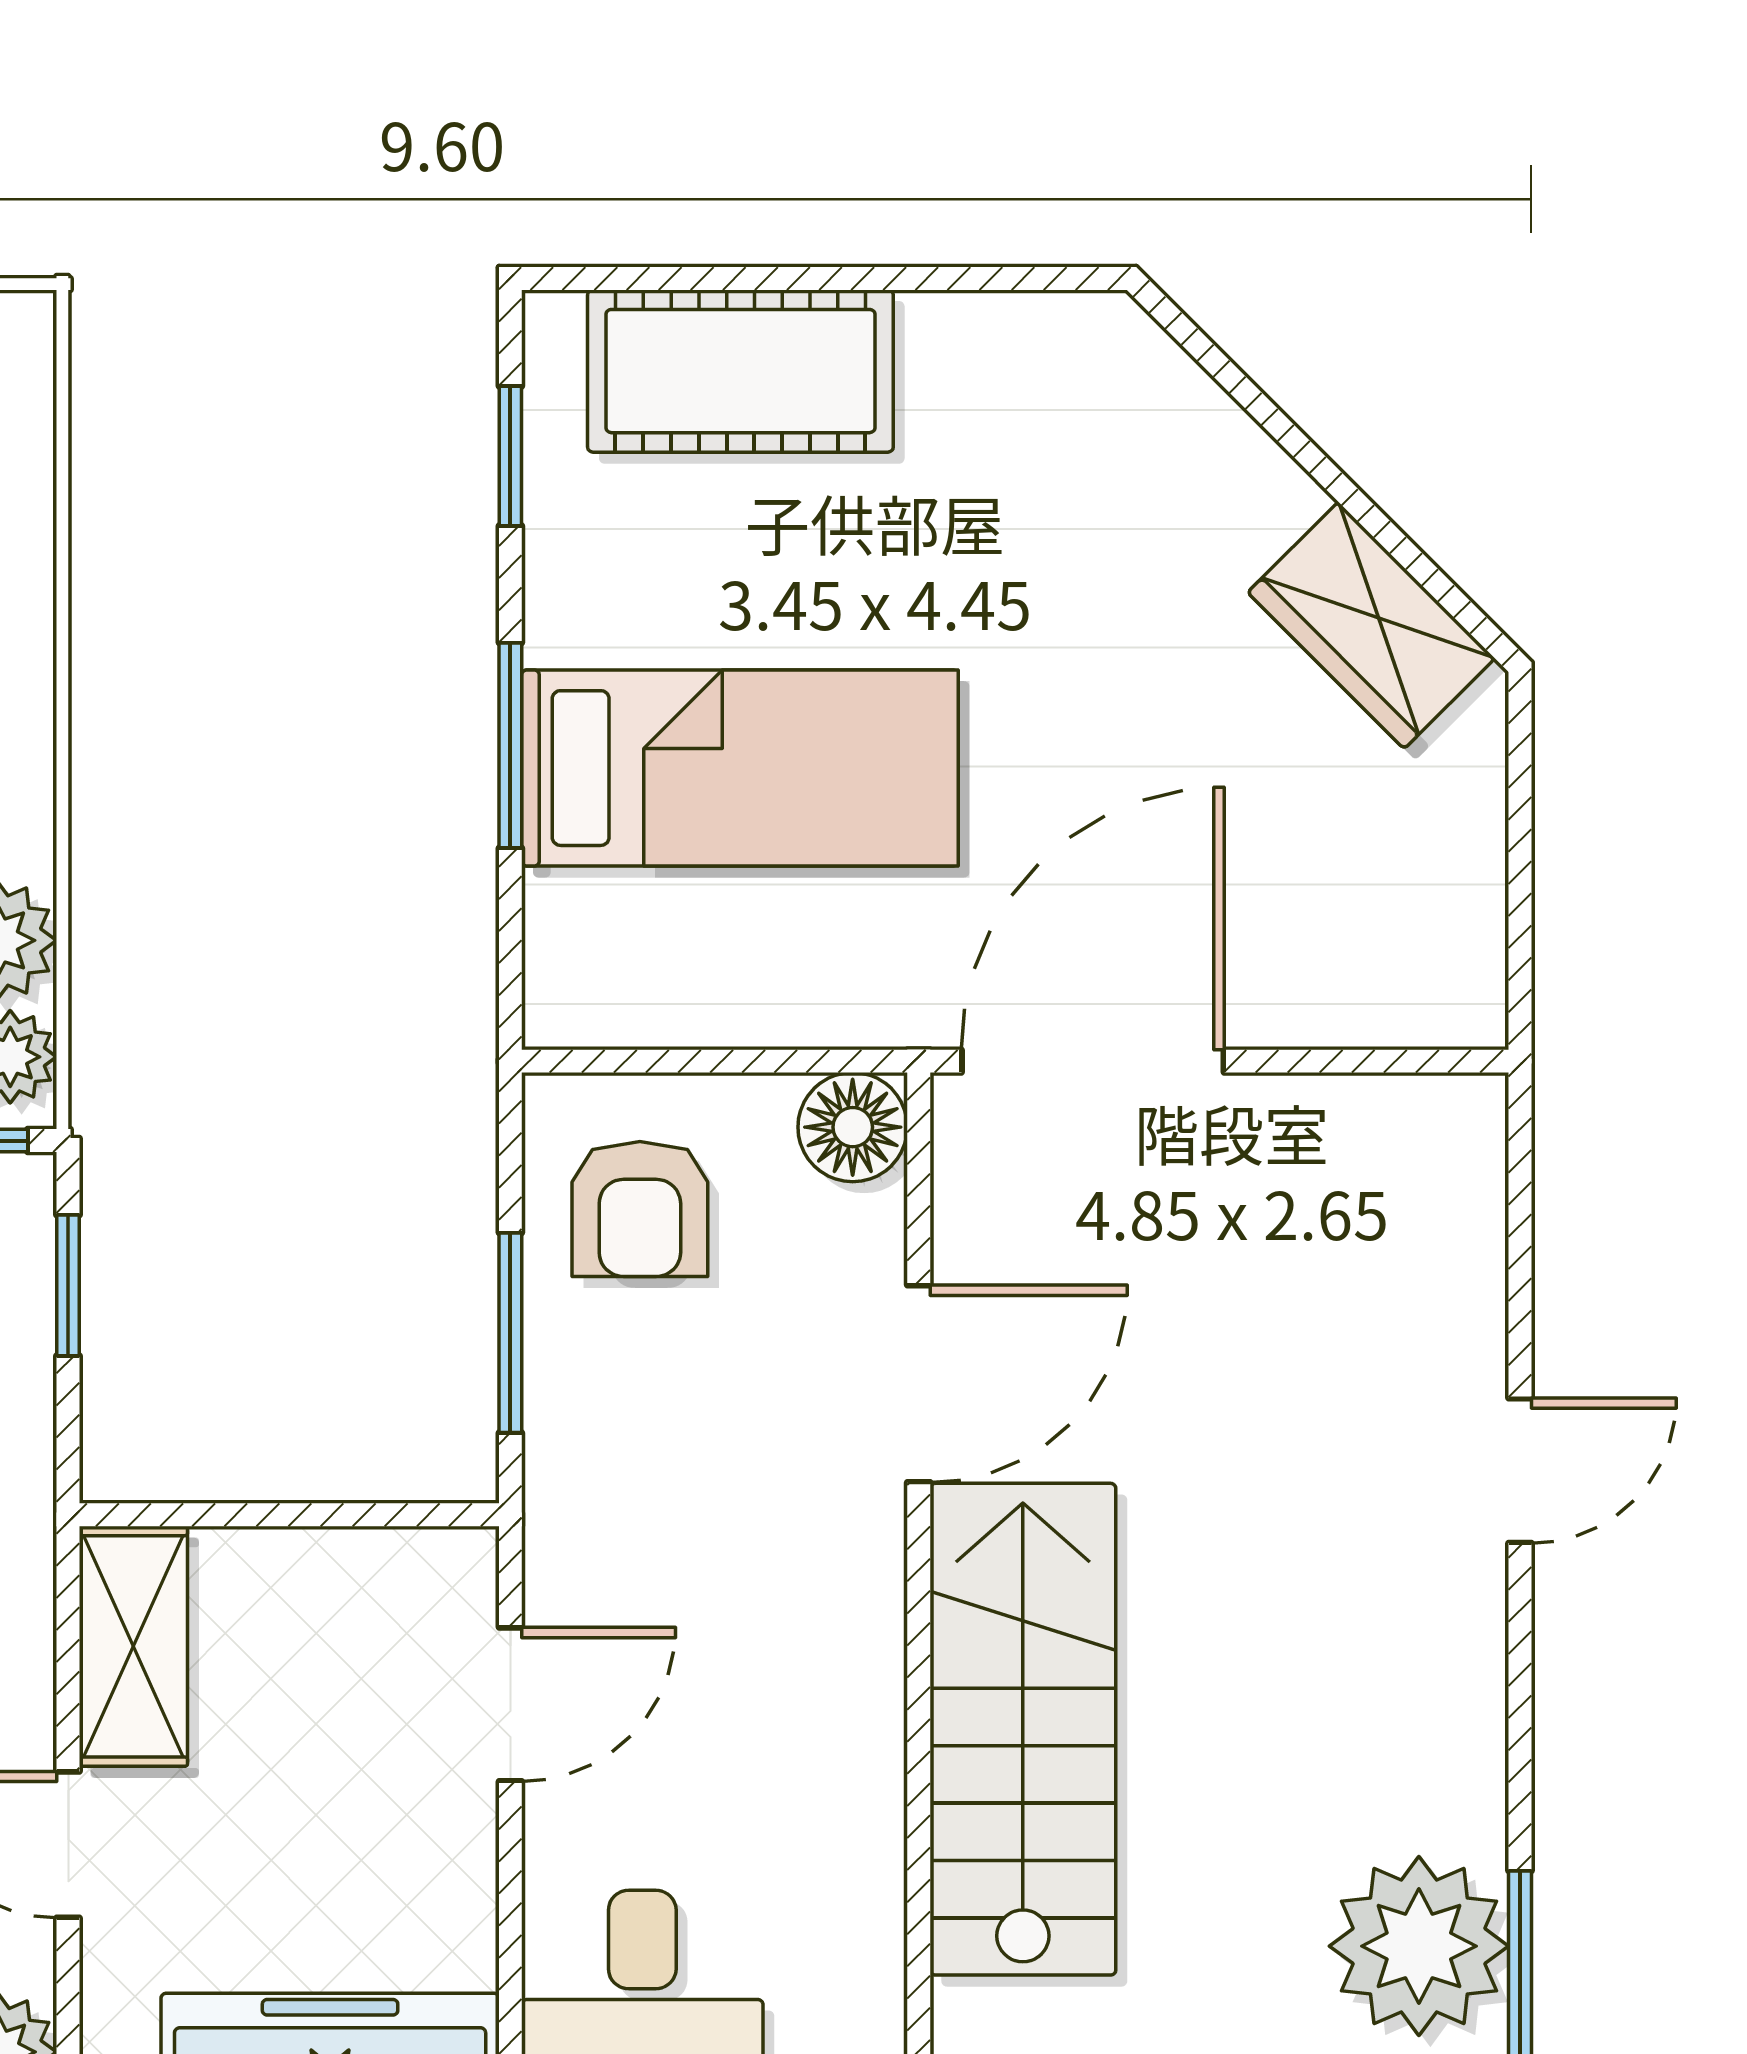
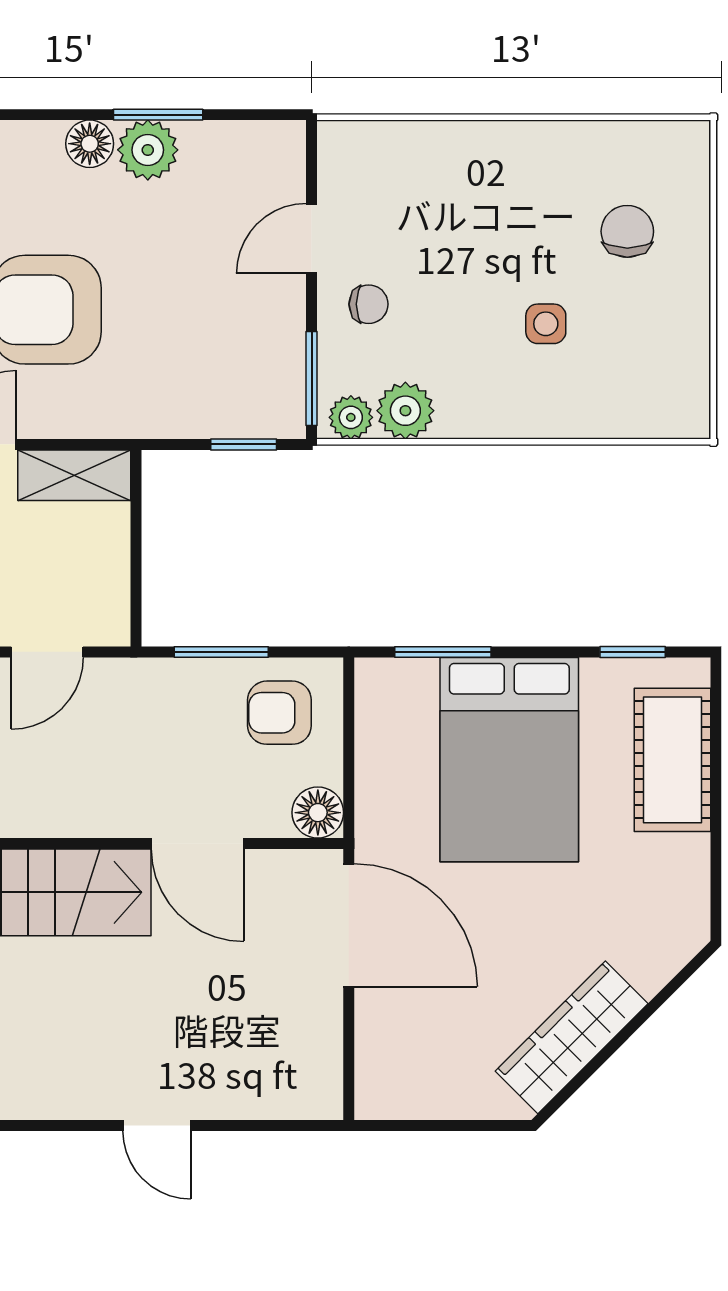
wardrobe: (1371, 625) -> (572, 1037), width x1.50
window: (510, 745) -> (443, 652), moved
bed: (740, 768) -> (509, 760), width x1.50
door: (510, 1704) -> (47, 652), hinge flipped

